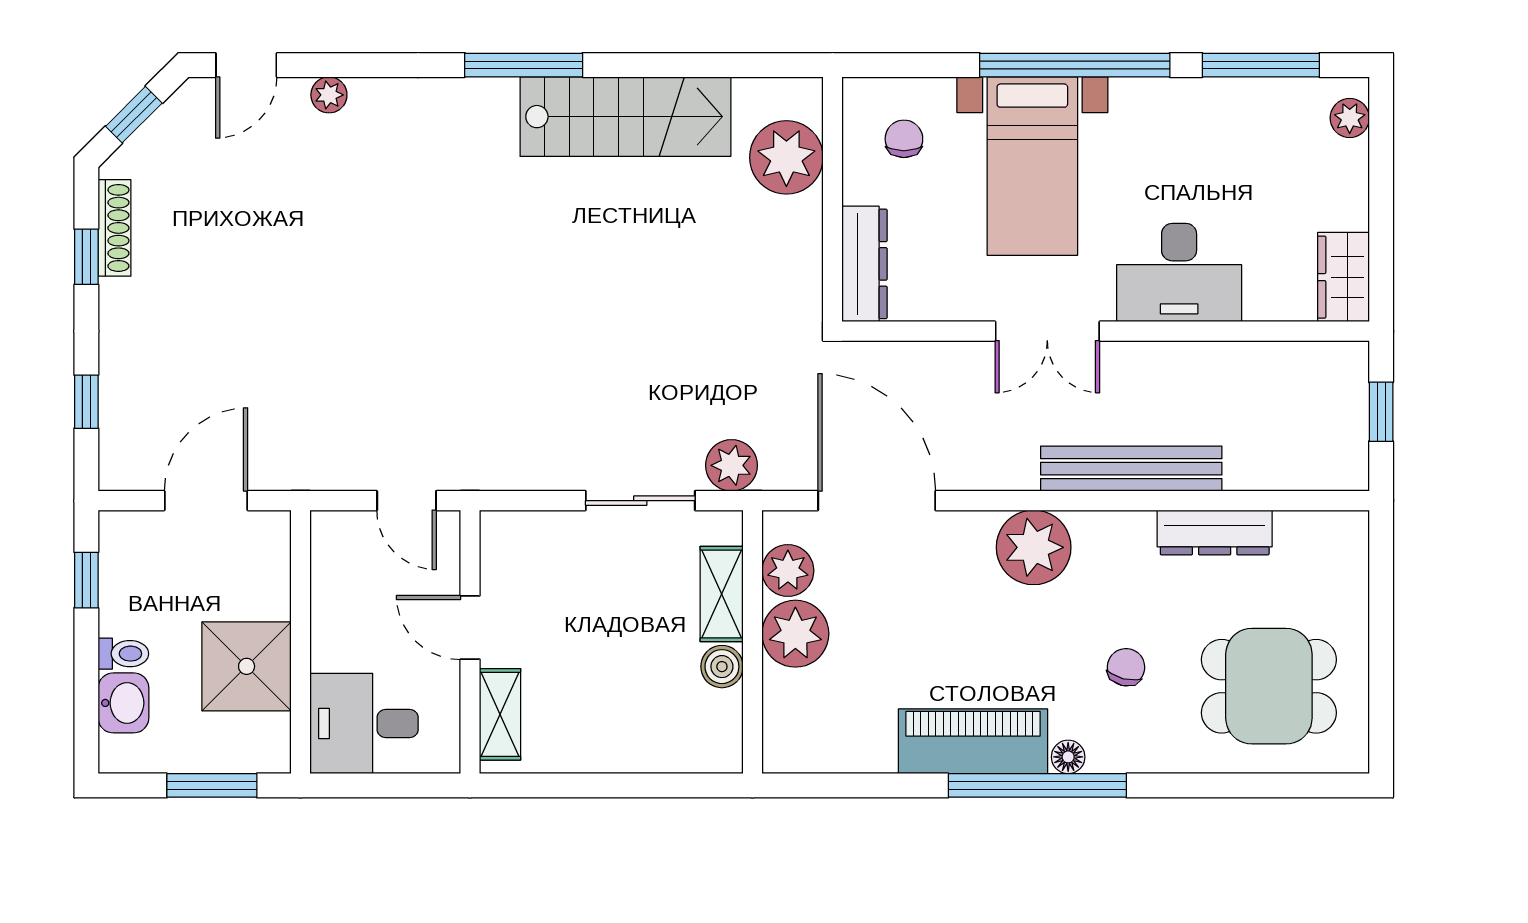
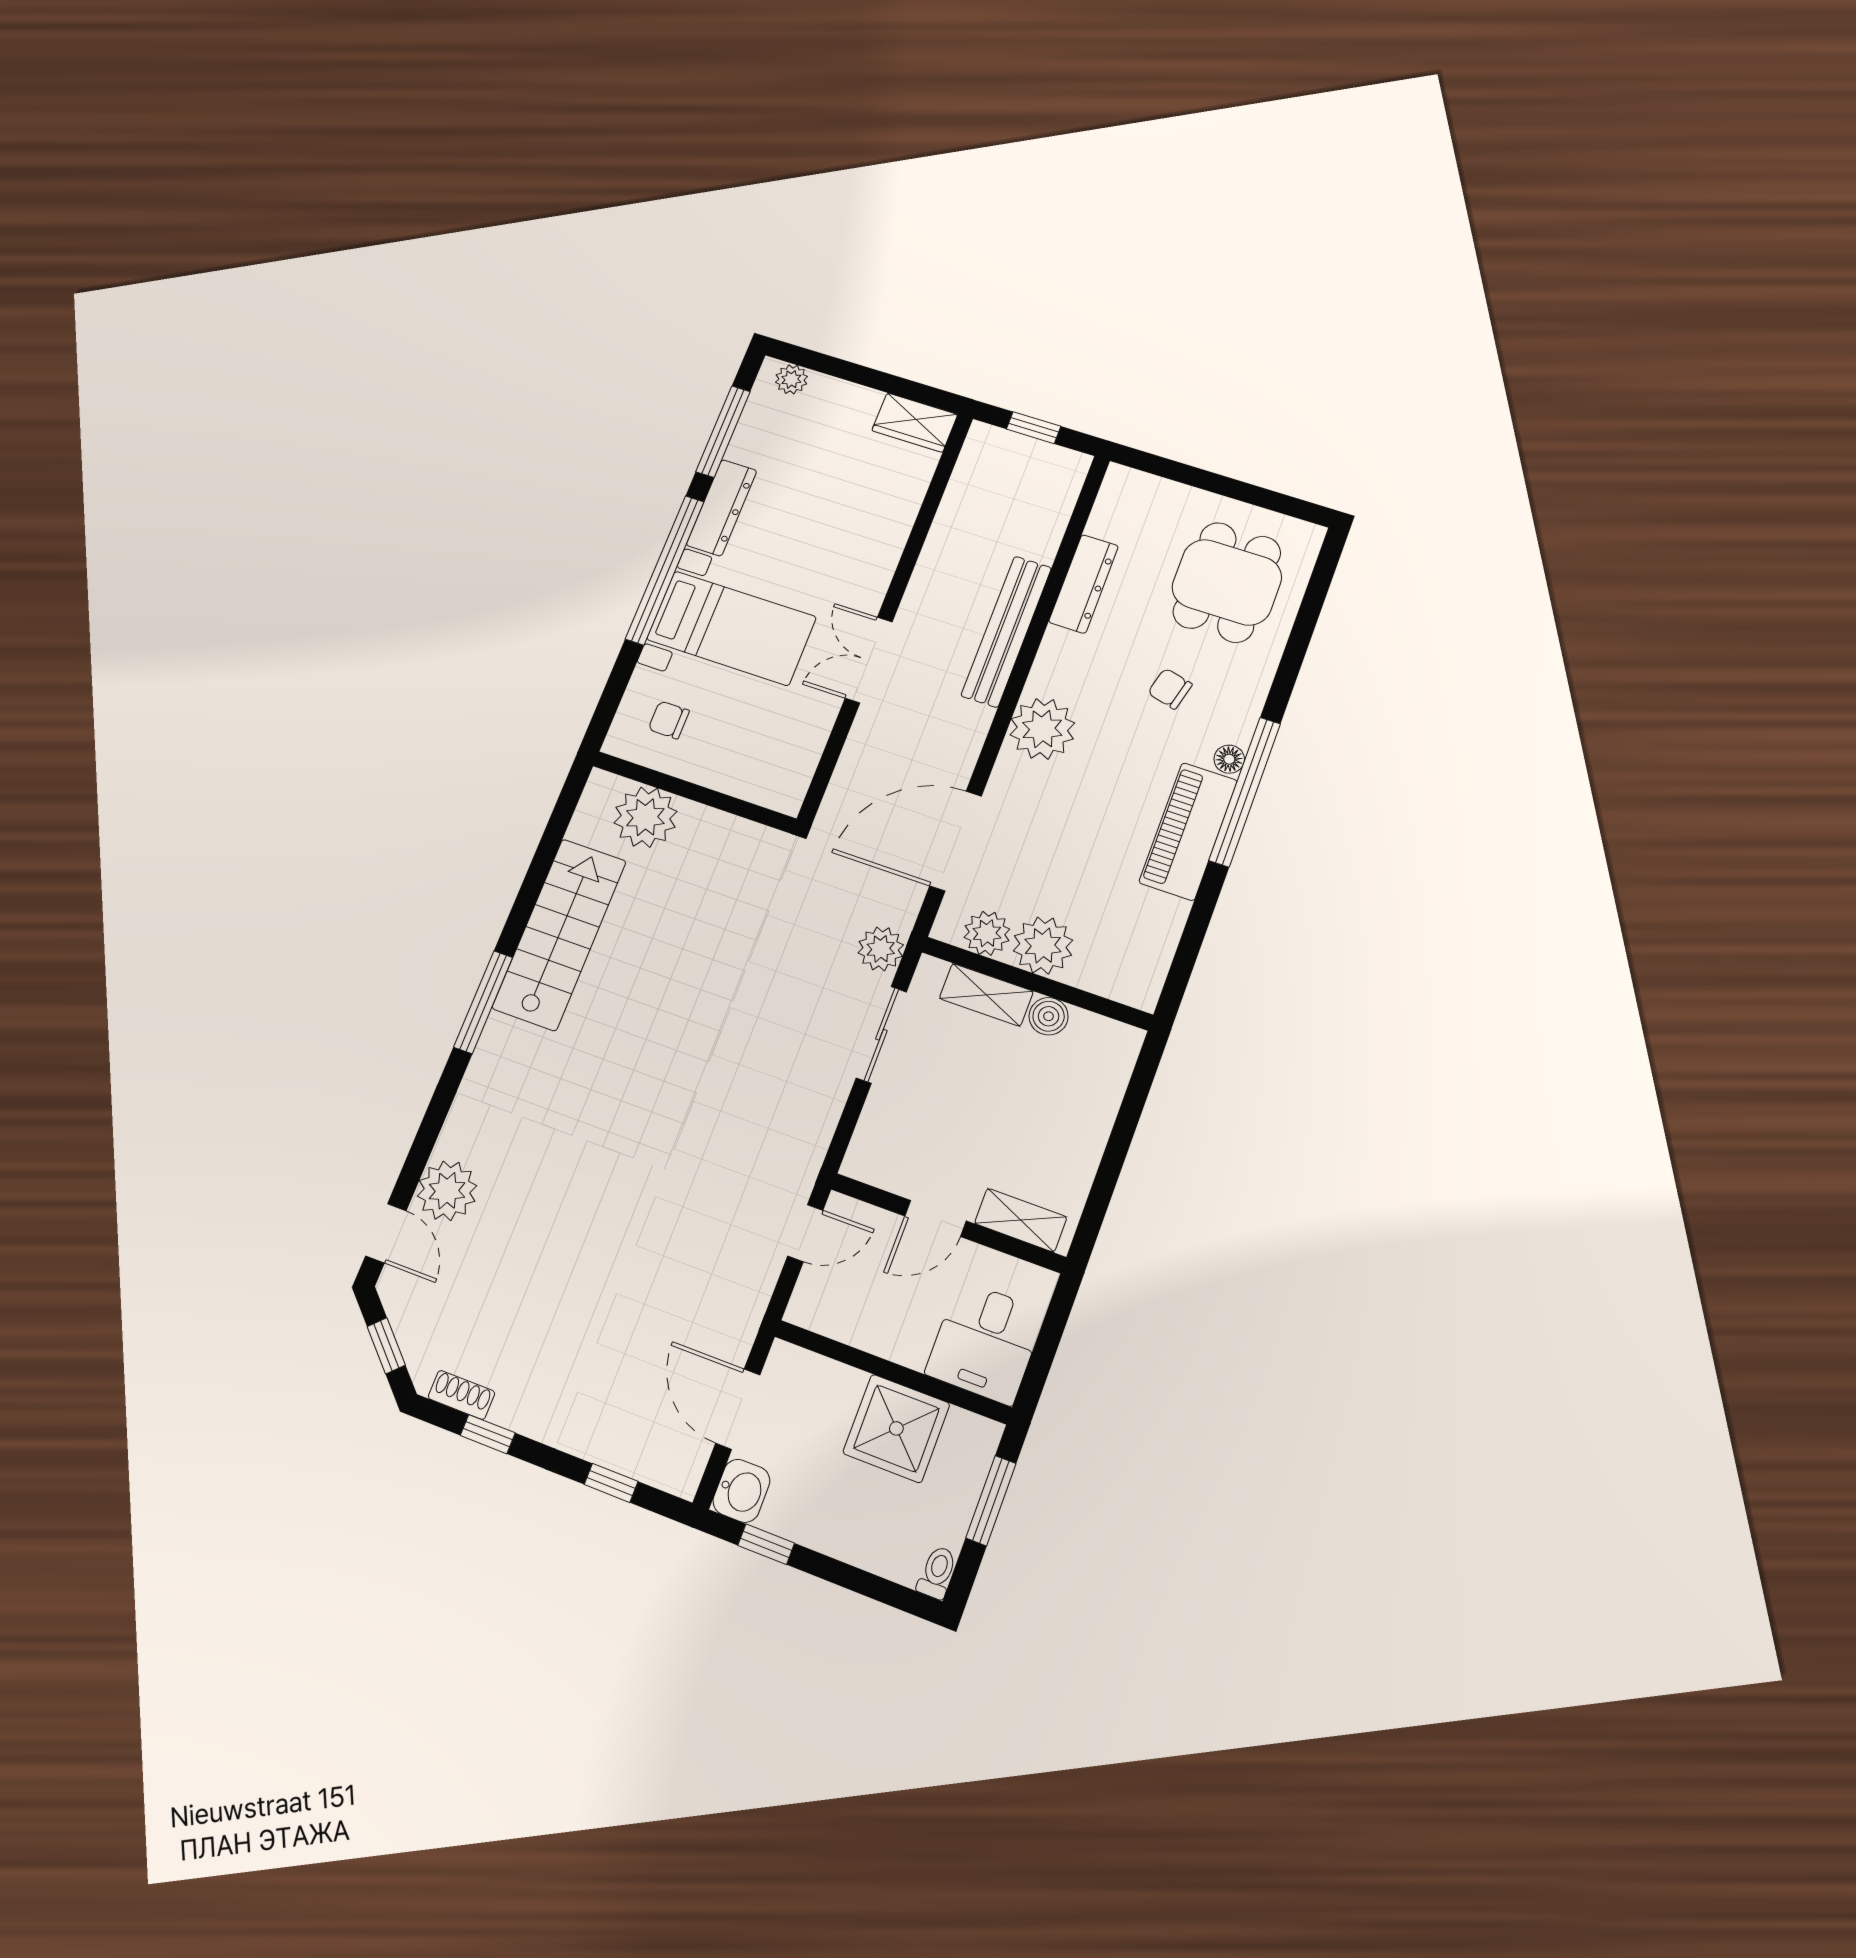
plant: (329, 95) -> (447, 1191), width x1.88, depth x1.88
shoe rack: (114, 228) -> (461, 1395), width x0.70
dresser: (865, 264) -> (722, 508), moved, turned 90
desk: (1179, 273) -> (862, 544), removed
double door: (1047, 331) -> (869, 660), swing flipped
toilet: (123, 654) -> (937, 1572), moved
washbasin: (123, 703) -> (741, 1491), moved, turned 90

